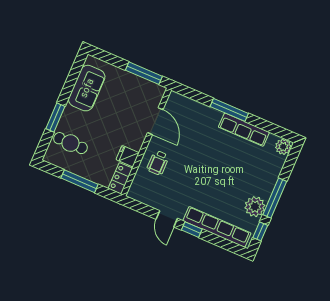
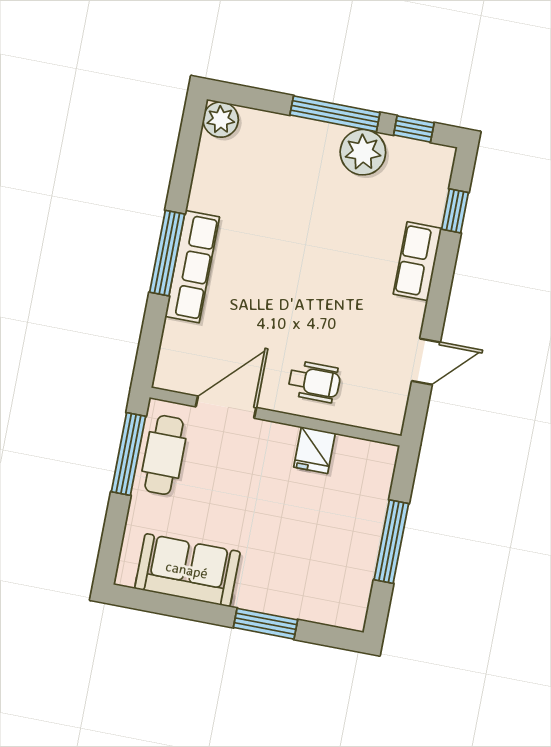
row of seats: (244, 130) -> (192, 267), moved
cafe table: (70, 143) -> (164, 455), moved
locker: (120, 178) -> (366, 455), removed
door: (167, 219) -> (426, 362), moved
row of seats: (217, 227) -> (417, 261), width x0.50
window: (192, 230) -> (455, 211), moved

